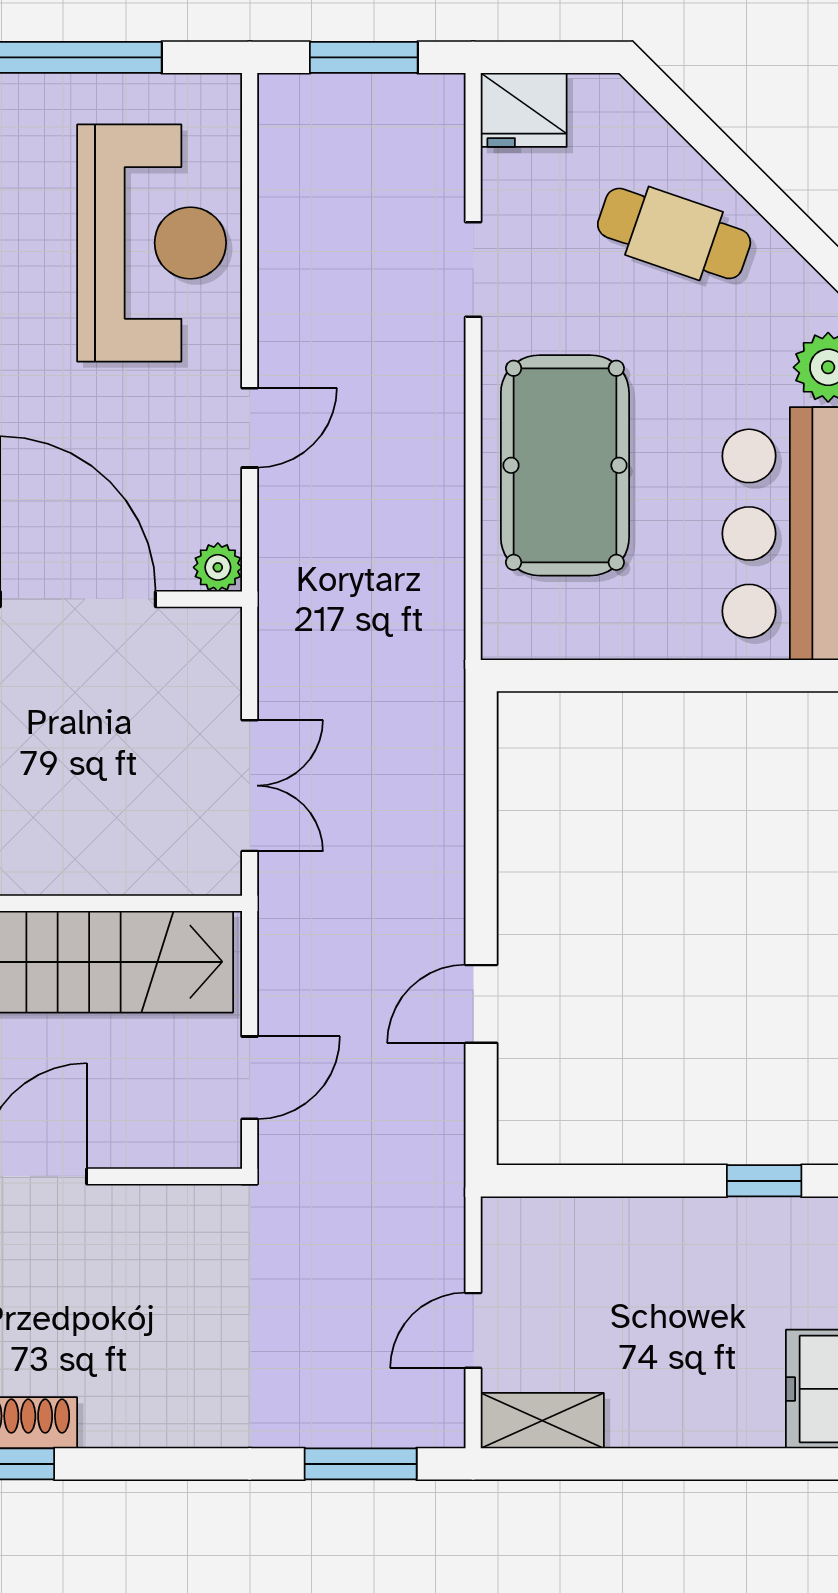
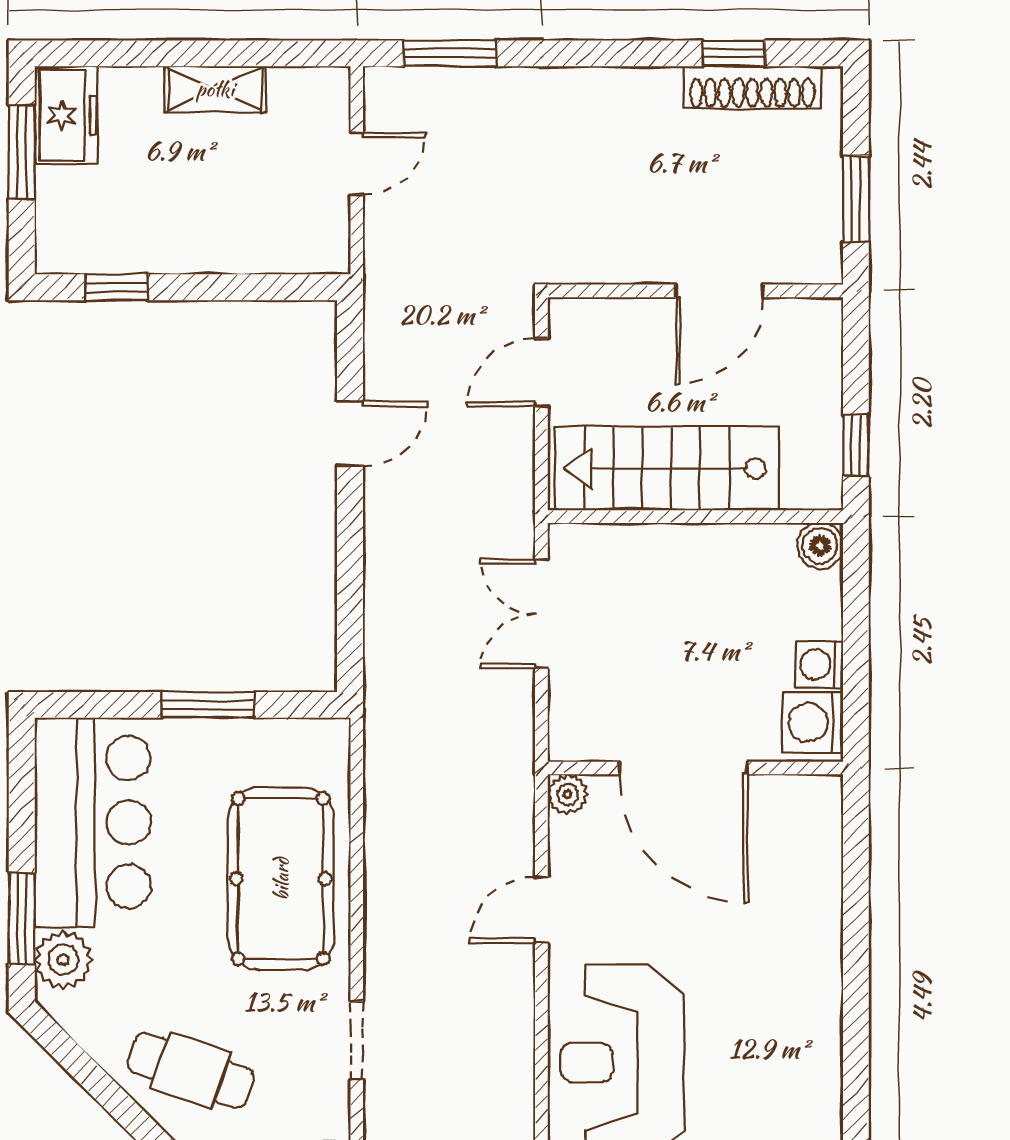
window: (653, 676) -> (208, 705), added
shelving: (542, 1421) -> (215, 89), moved

